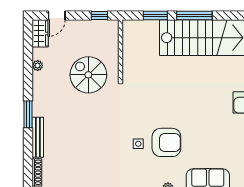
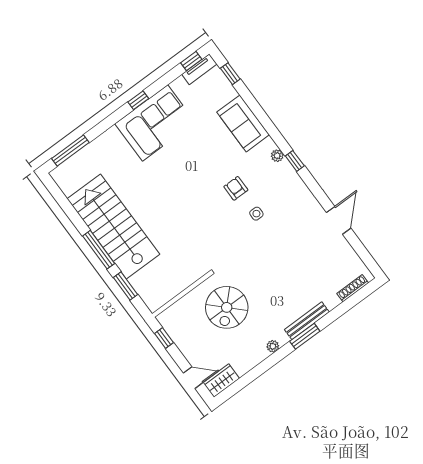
plant: (38, 66) -> (273, 346), moved
bench: (38, 137) -> (307, 321), moved
armchair: (166, 142) -> (236, 188), width x0.53, depth x0.53

